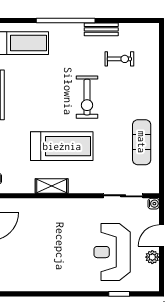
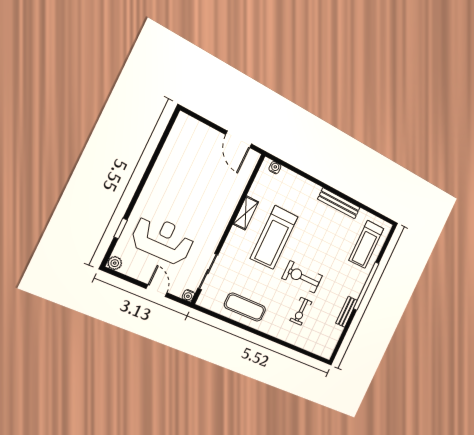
exercise bike: (119, 59) -> (301, 311), moved
plant: (152, 257) -> (115, 263), moved

